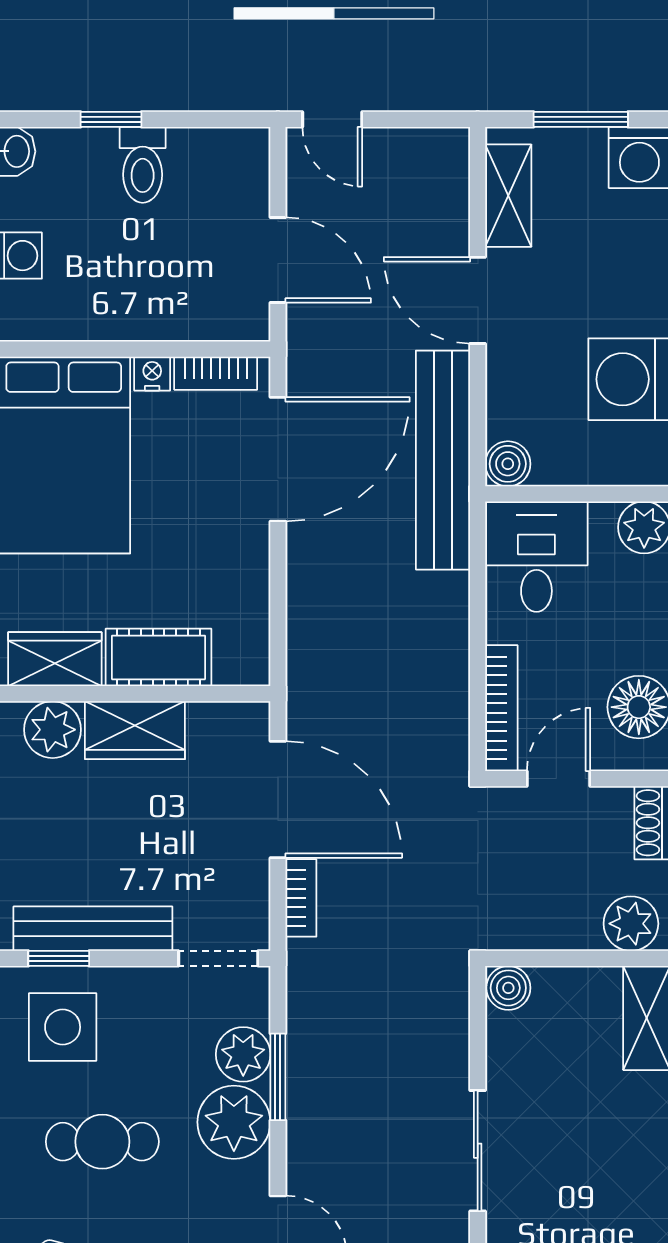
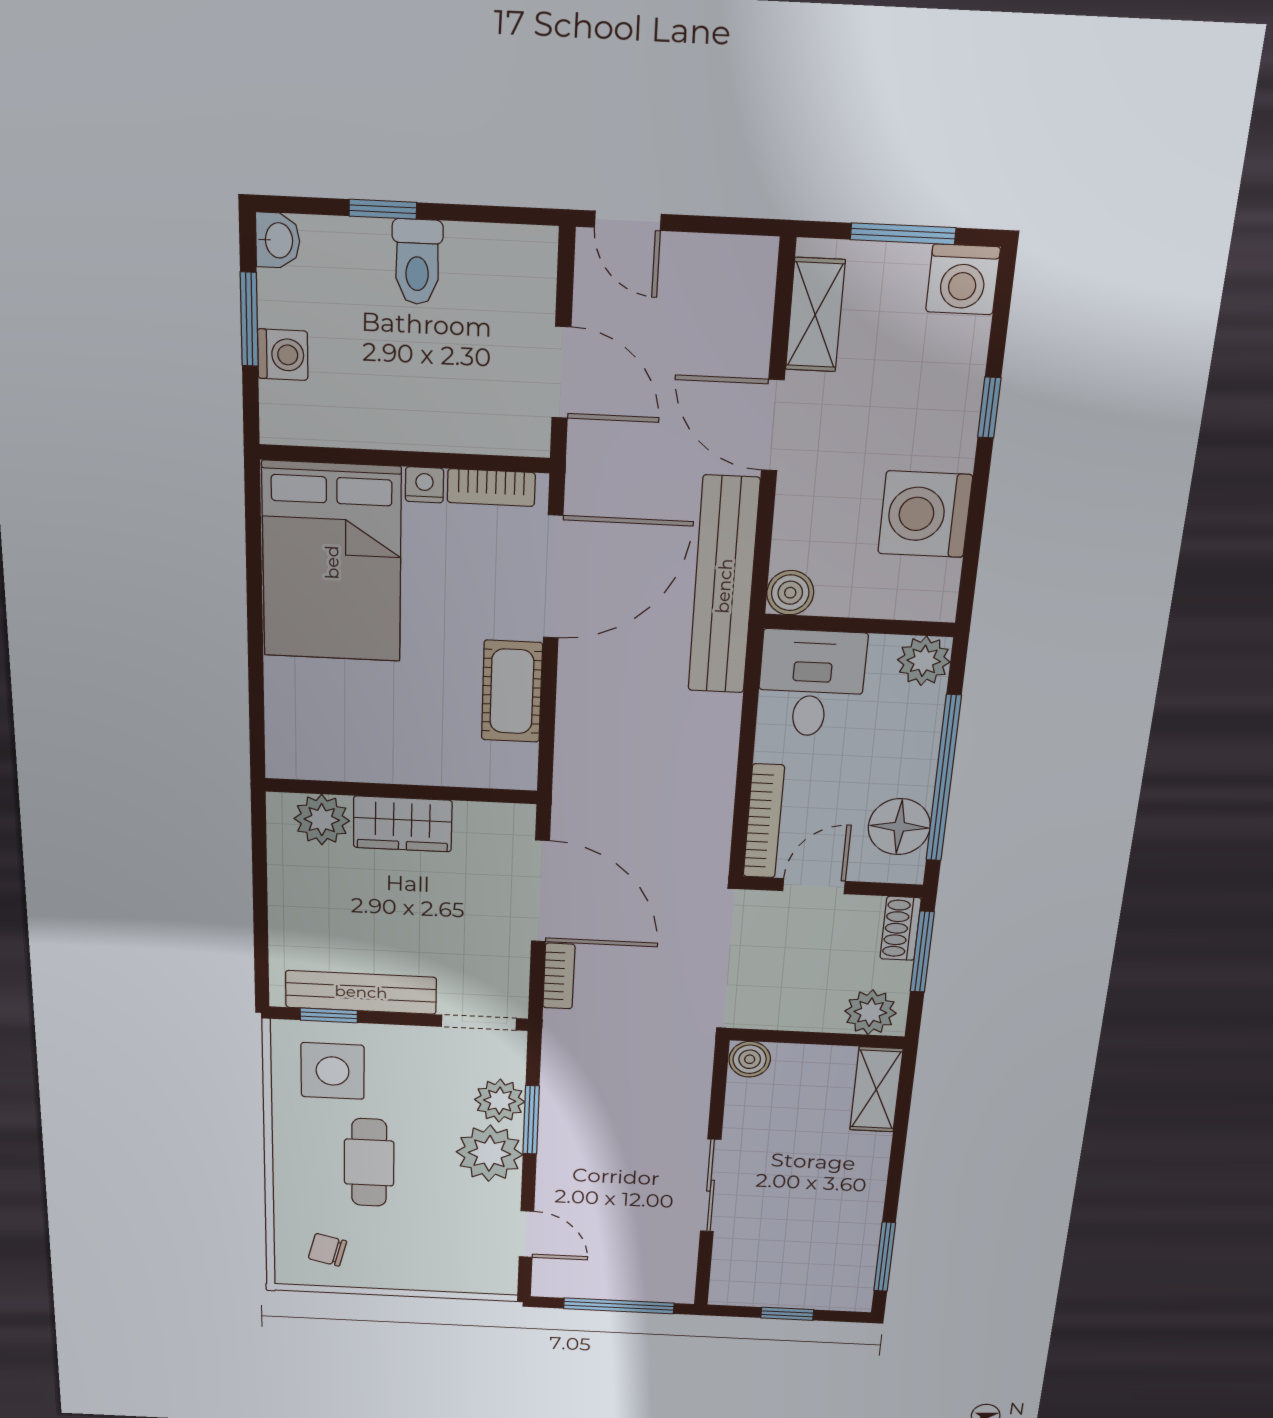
cot: (159, 657) -> (512, 691), moved, turned 90
wardrobe: (55, 659) -> (324, 756), removed
cafe table: (102, 1142) -> (369, 1163), turned 90

